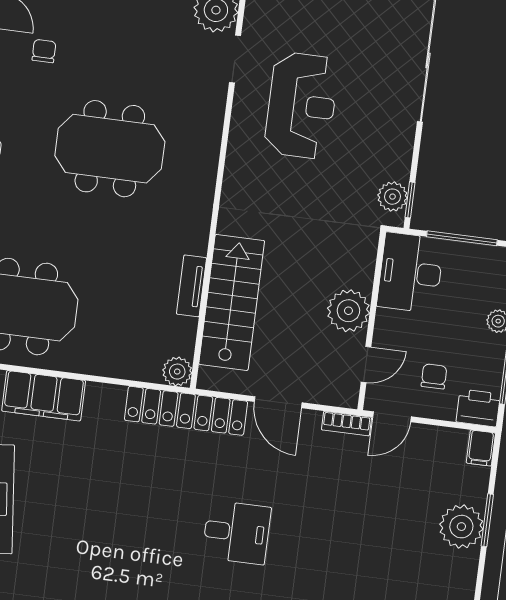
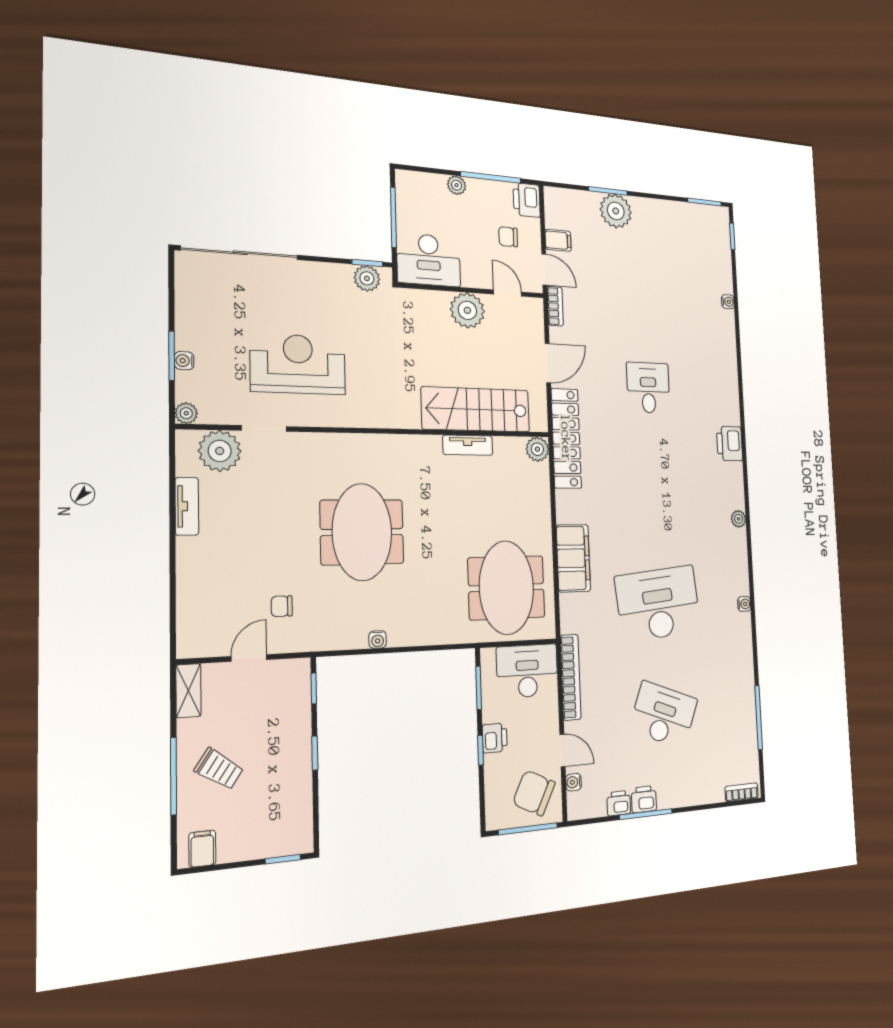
filing cabinet: (481, 448) -> (558, 240), moved

